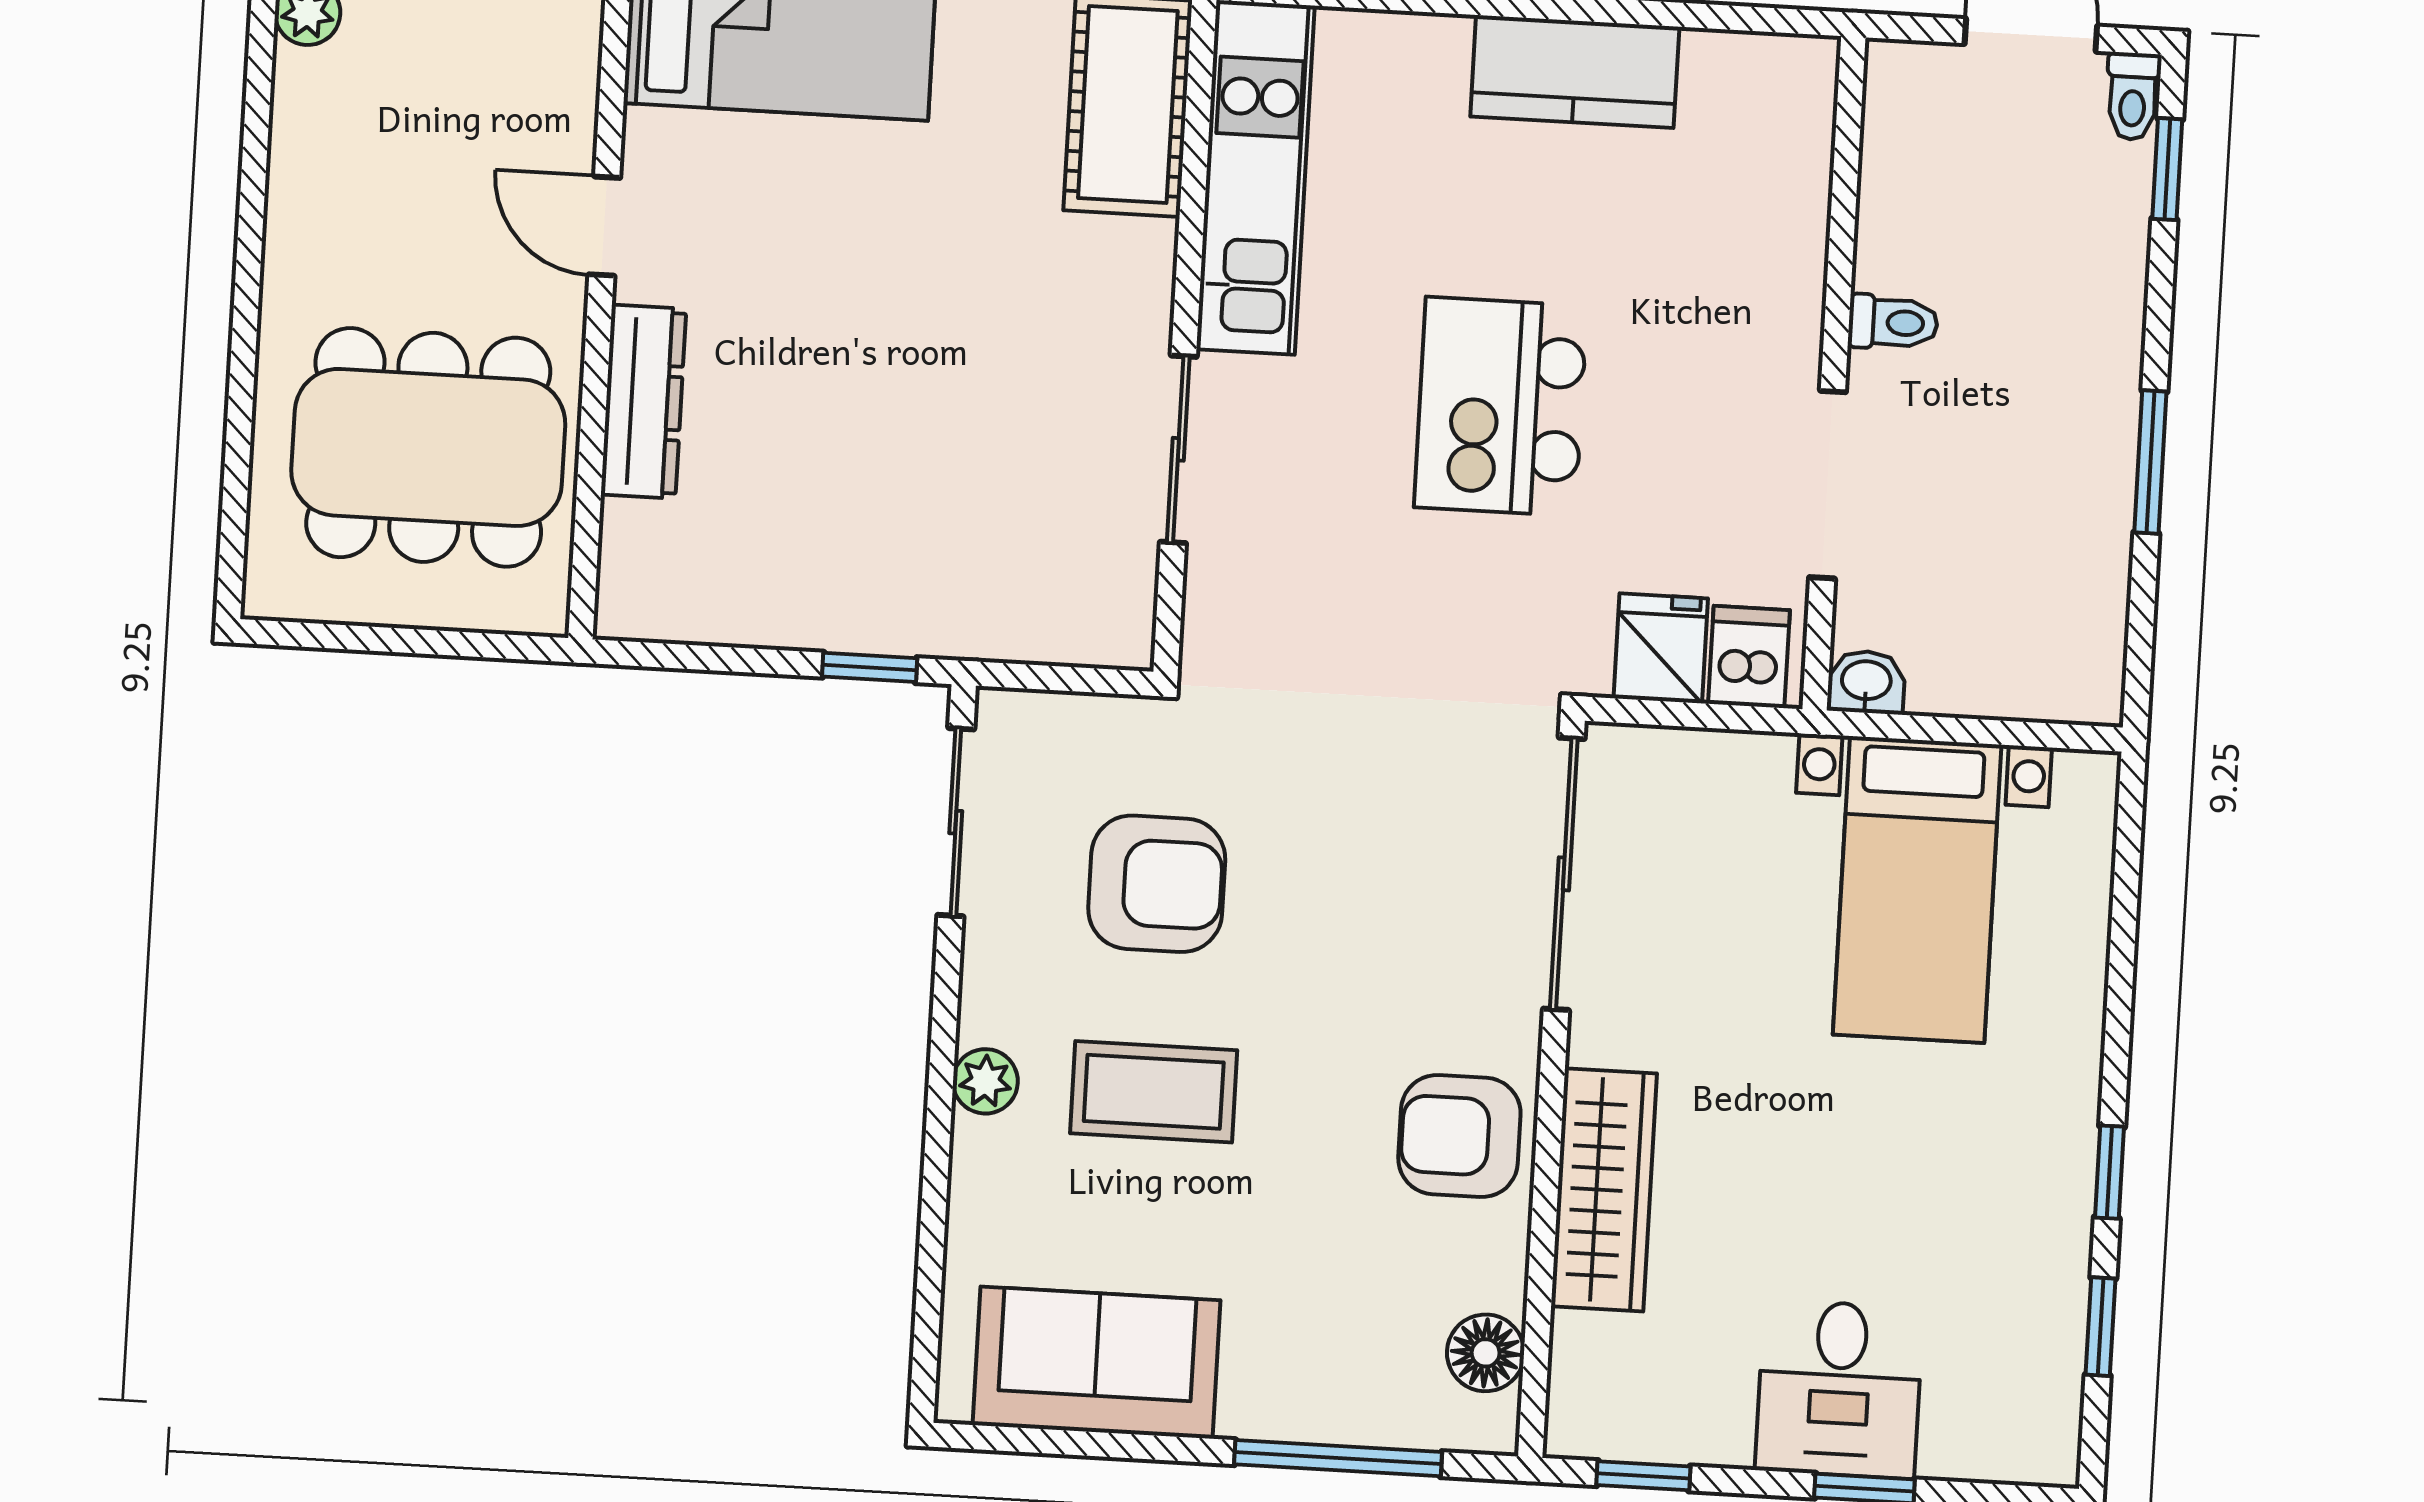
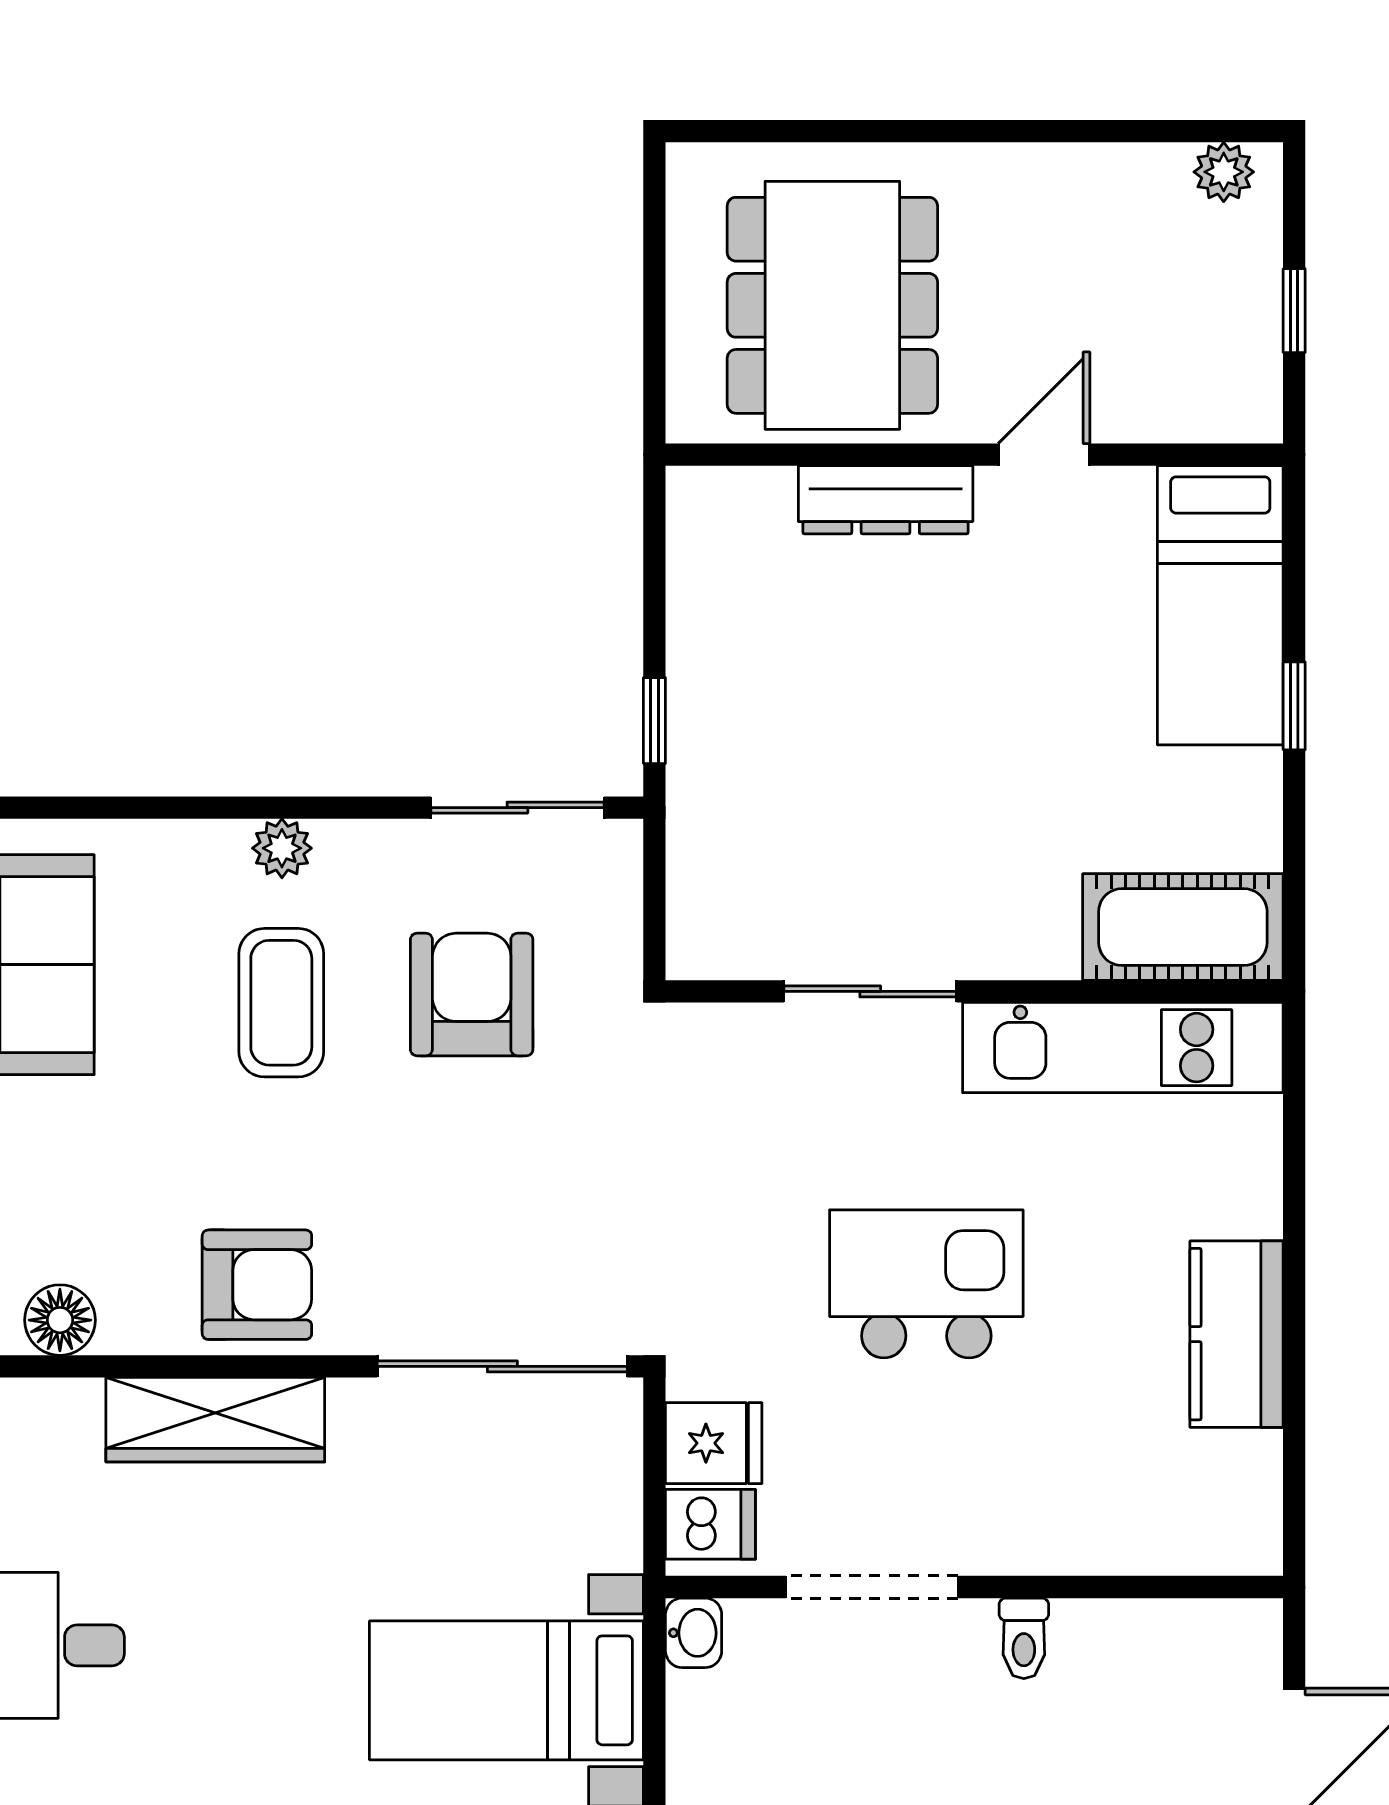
armchair: (1157, 884) -> (472, 995), turned 180
armchair: (1459, 1136) -> (257, 1285), turned 90

